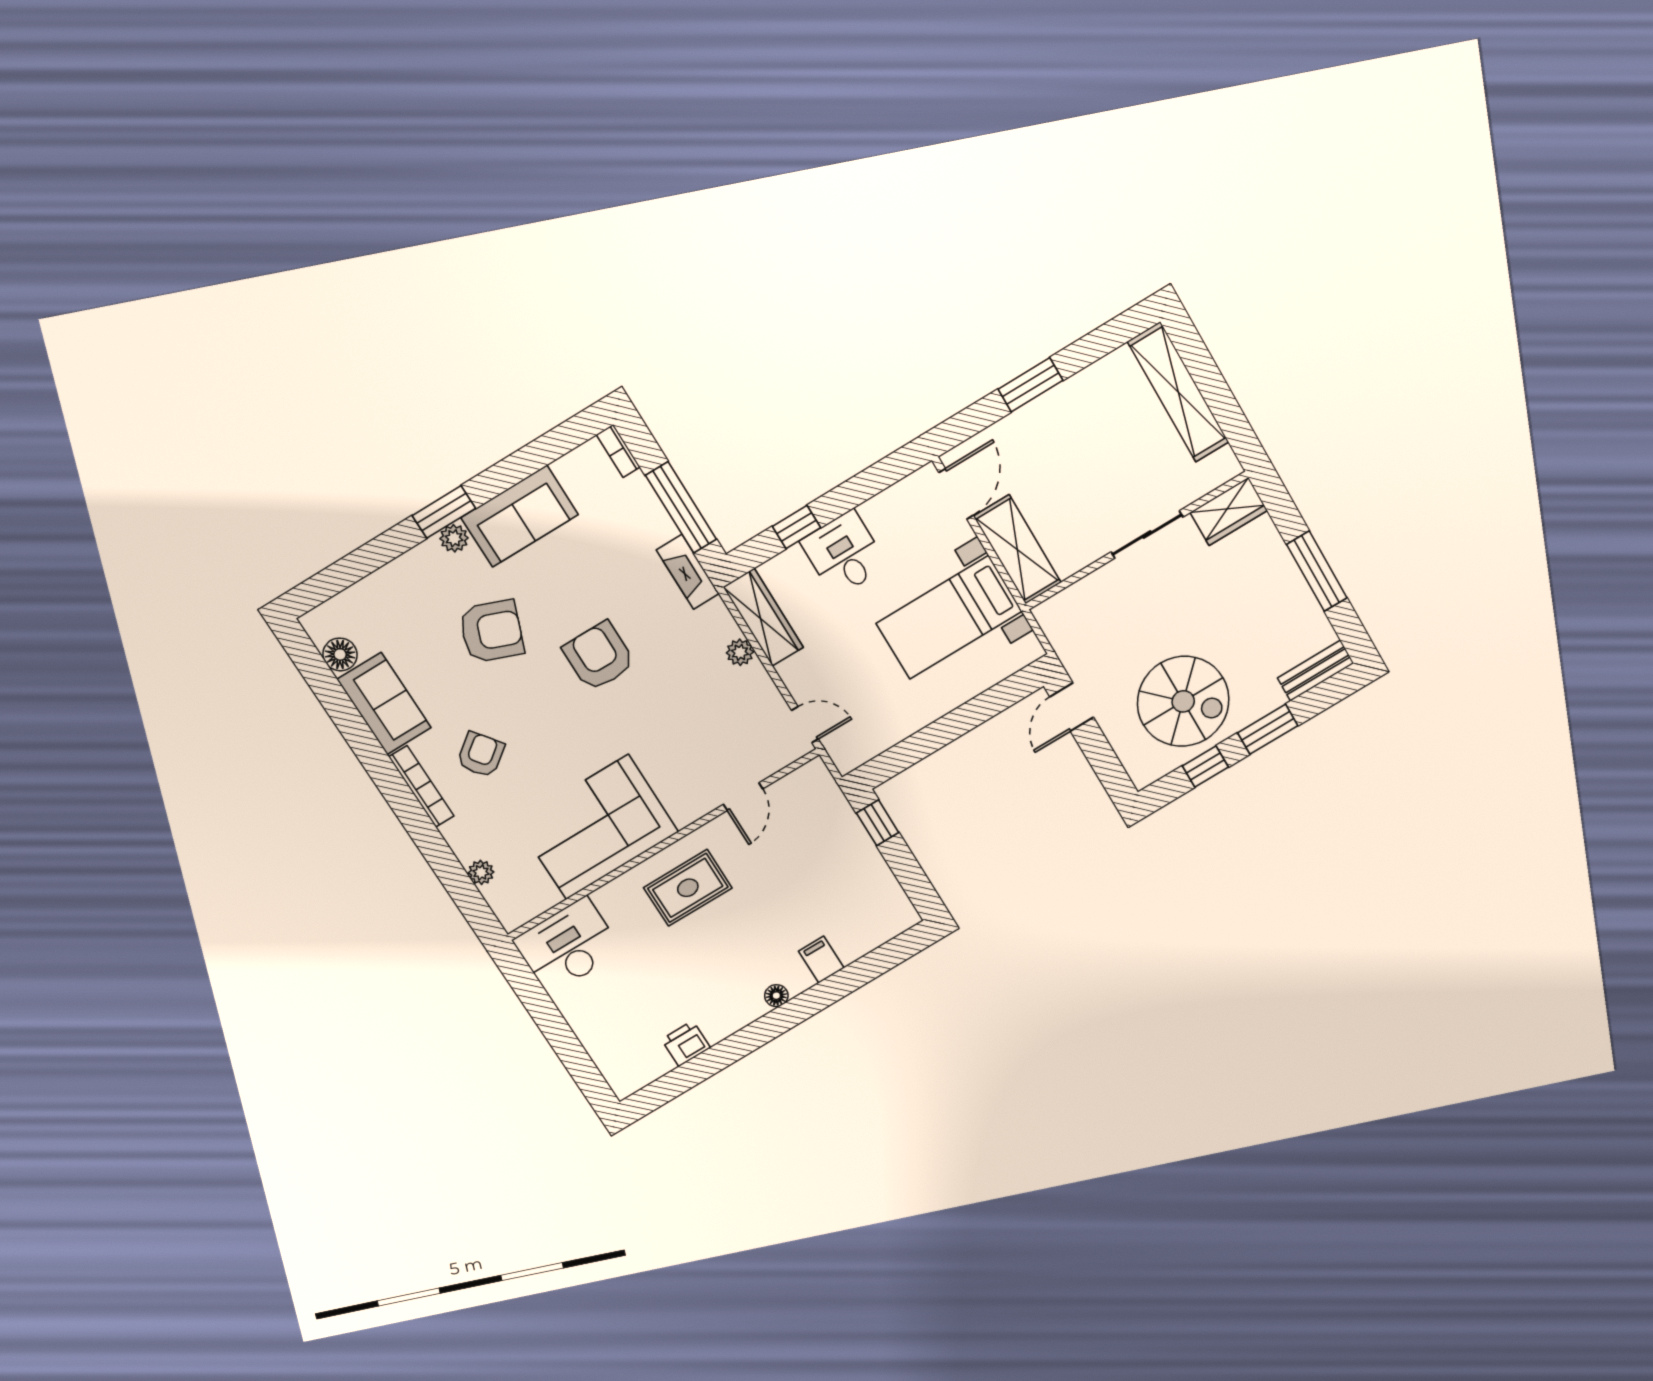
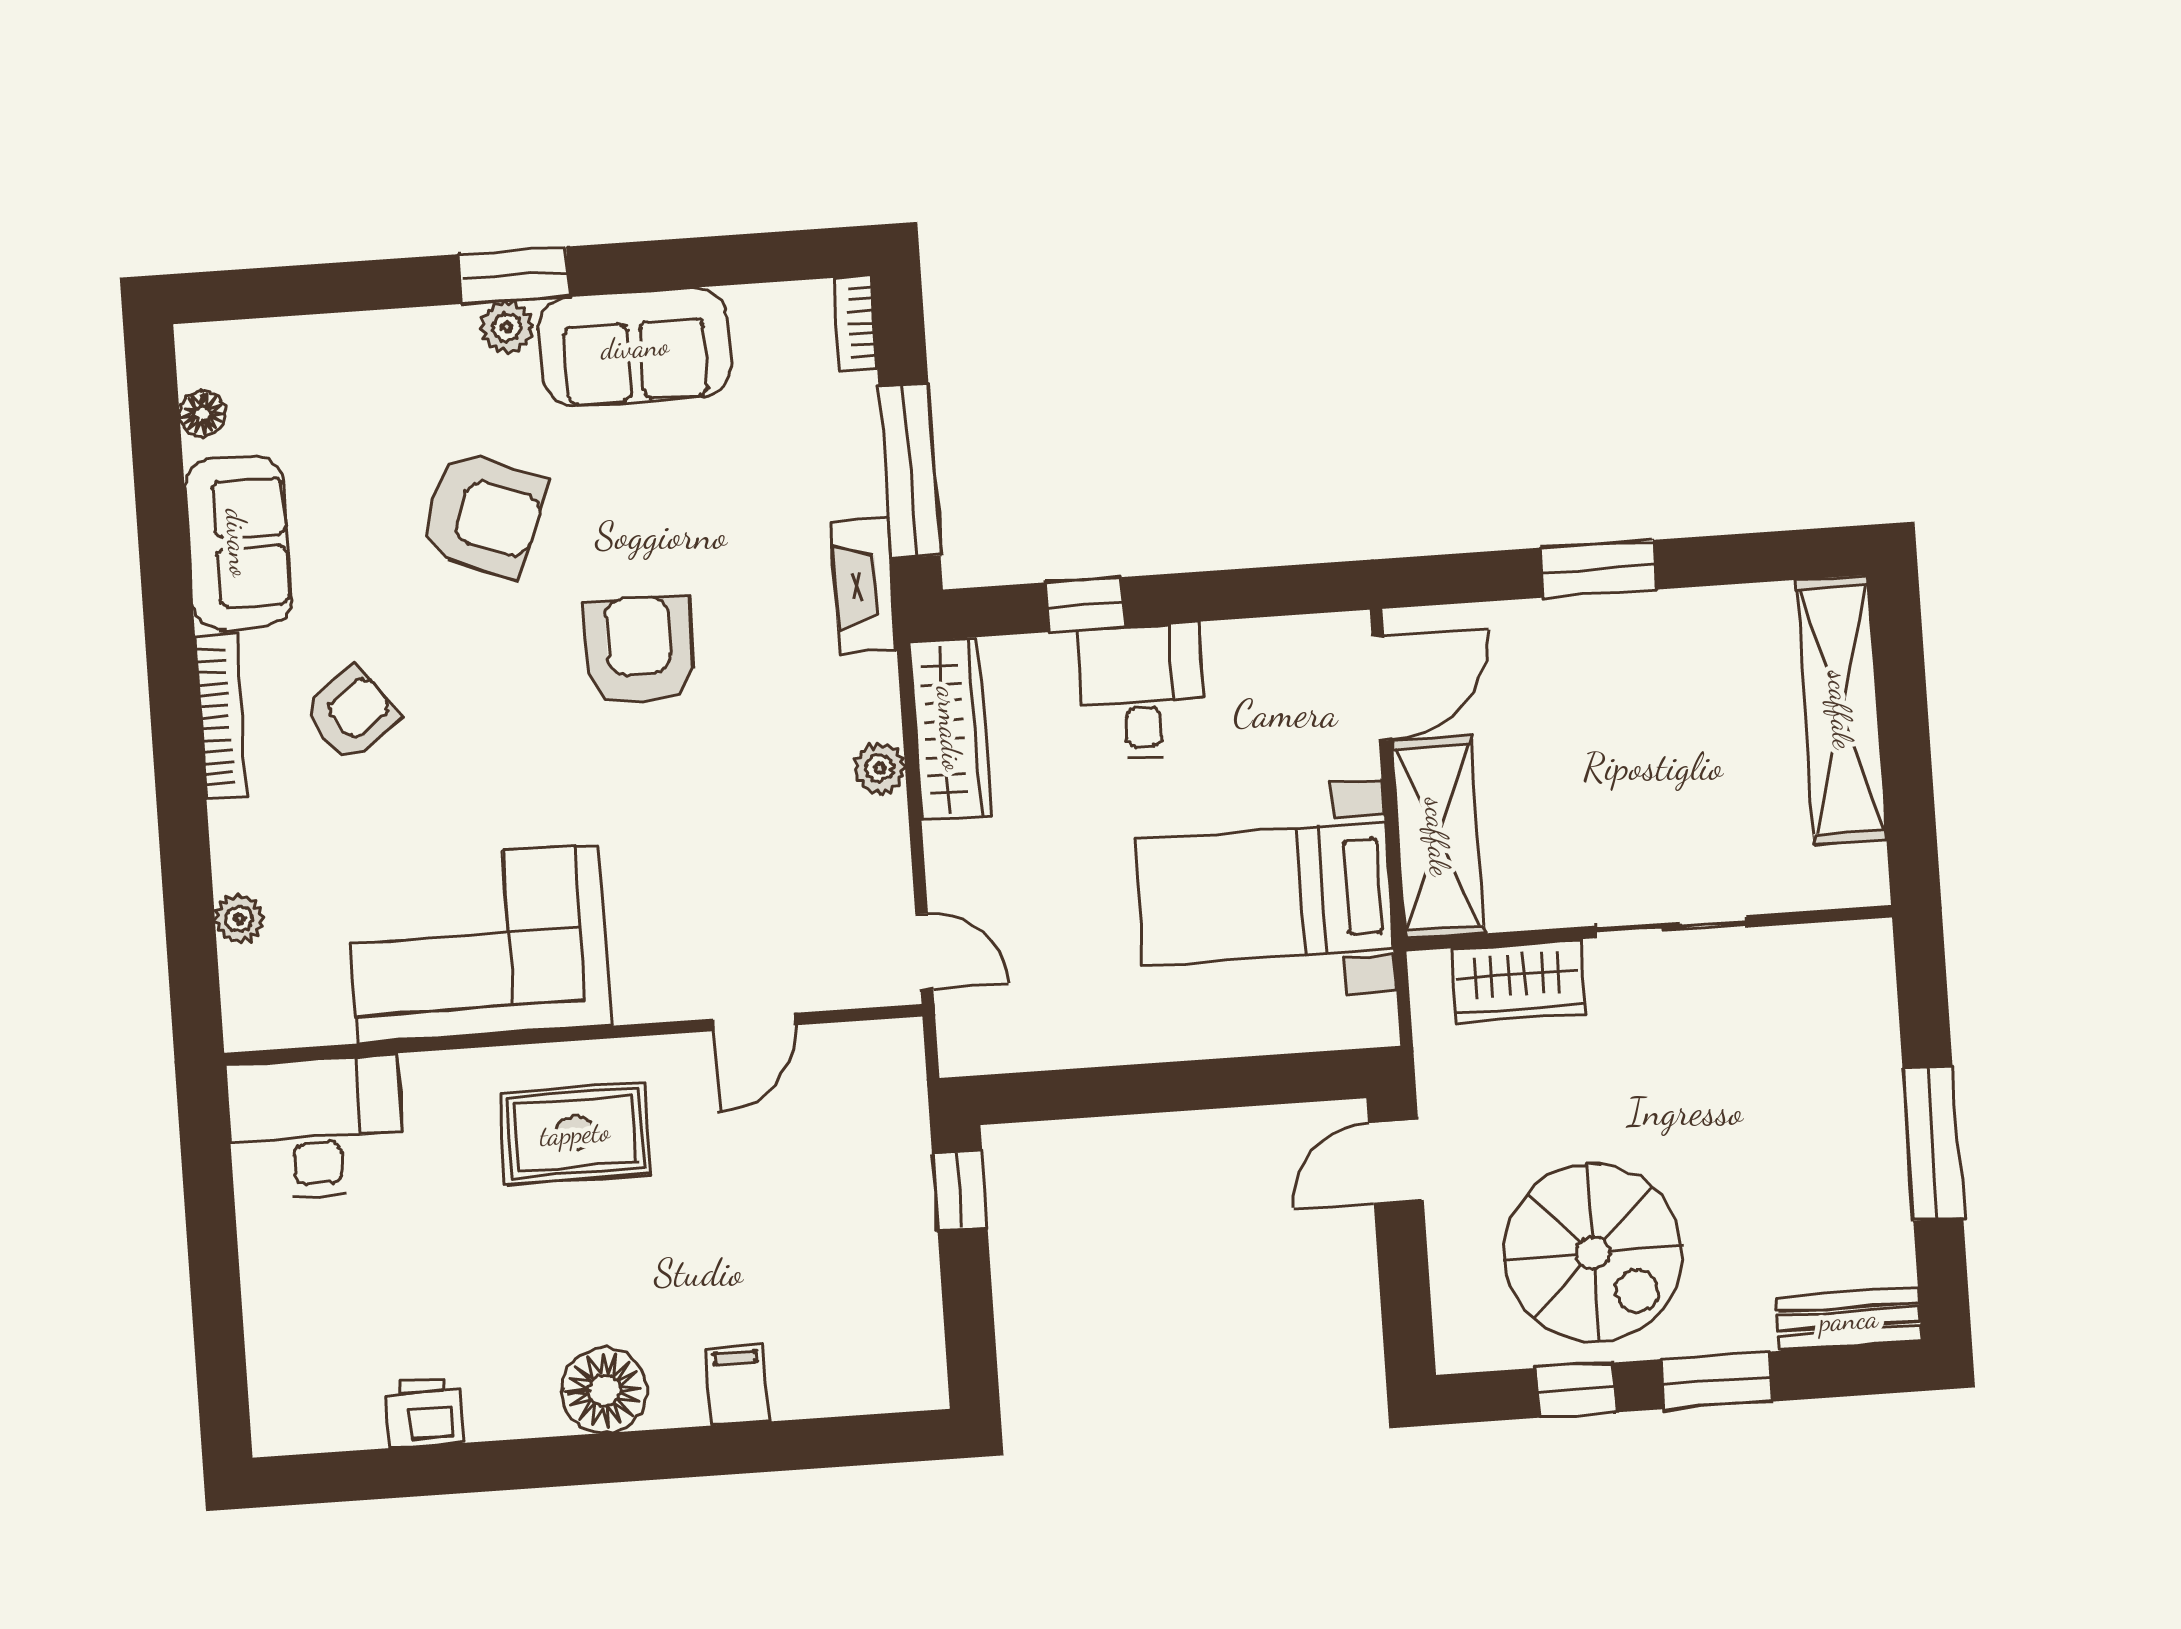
wardrobe: (1229, 511) -> (1518, 981), moved
floor lamp: (340, 654) -> (202, 414), width x0.73, depth x0.73
floor lamp: (776, 996) -> (604, 1390), width x1.89, depth x1.89

